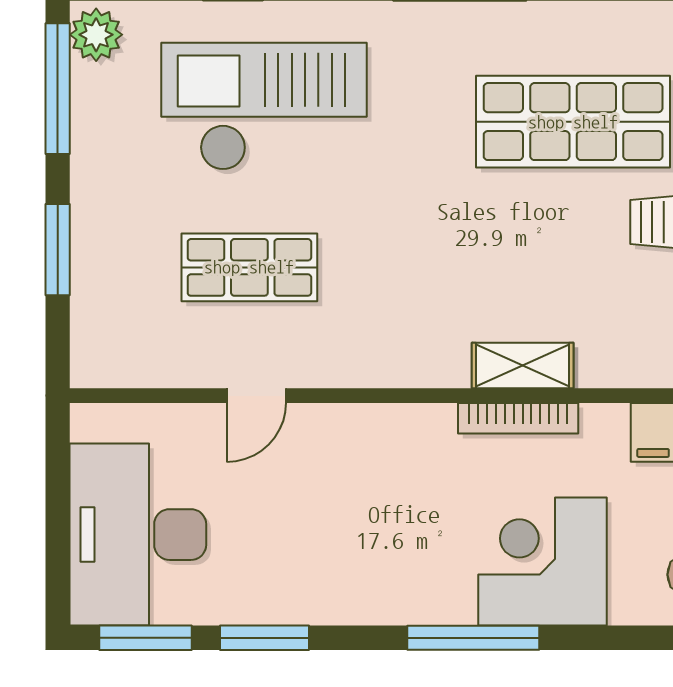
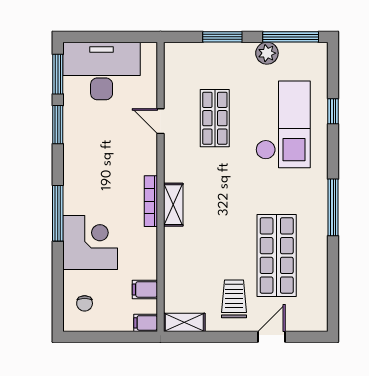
plant: (96, 35) -> (267, 53), moved
shelving: (523, 365) -> (173, 205), moved
bookcase: (518, 418) -> (151, 201), moved

